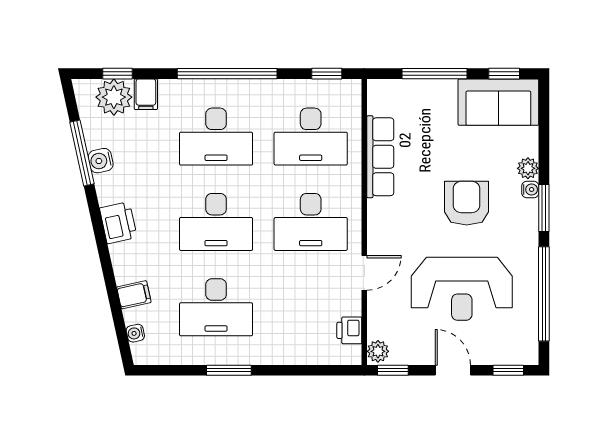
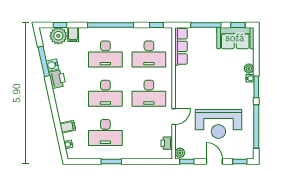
row of seats: (380, 157) -> (181, 46), moved
armchair: (467, 203) -> (221, 85), removed
printer: (118, 223) -> (57, 79), moved

